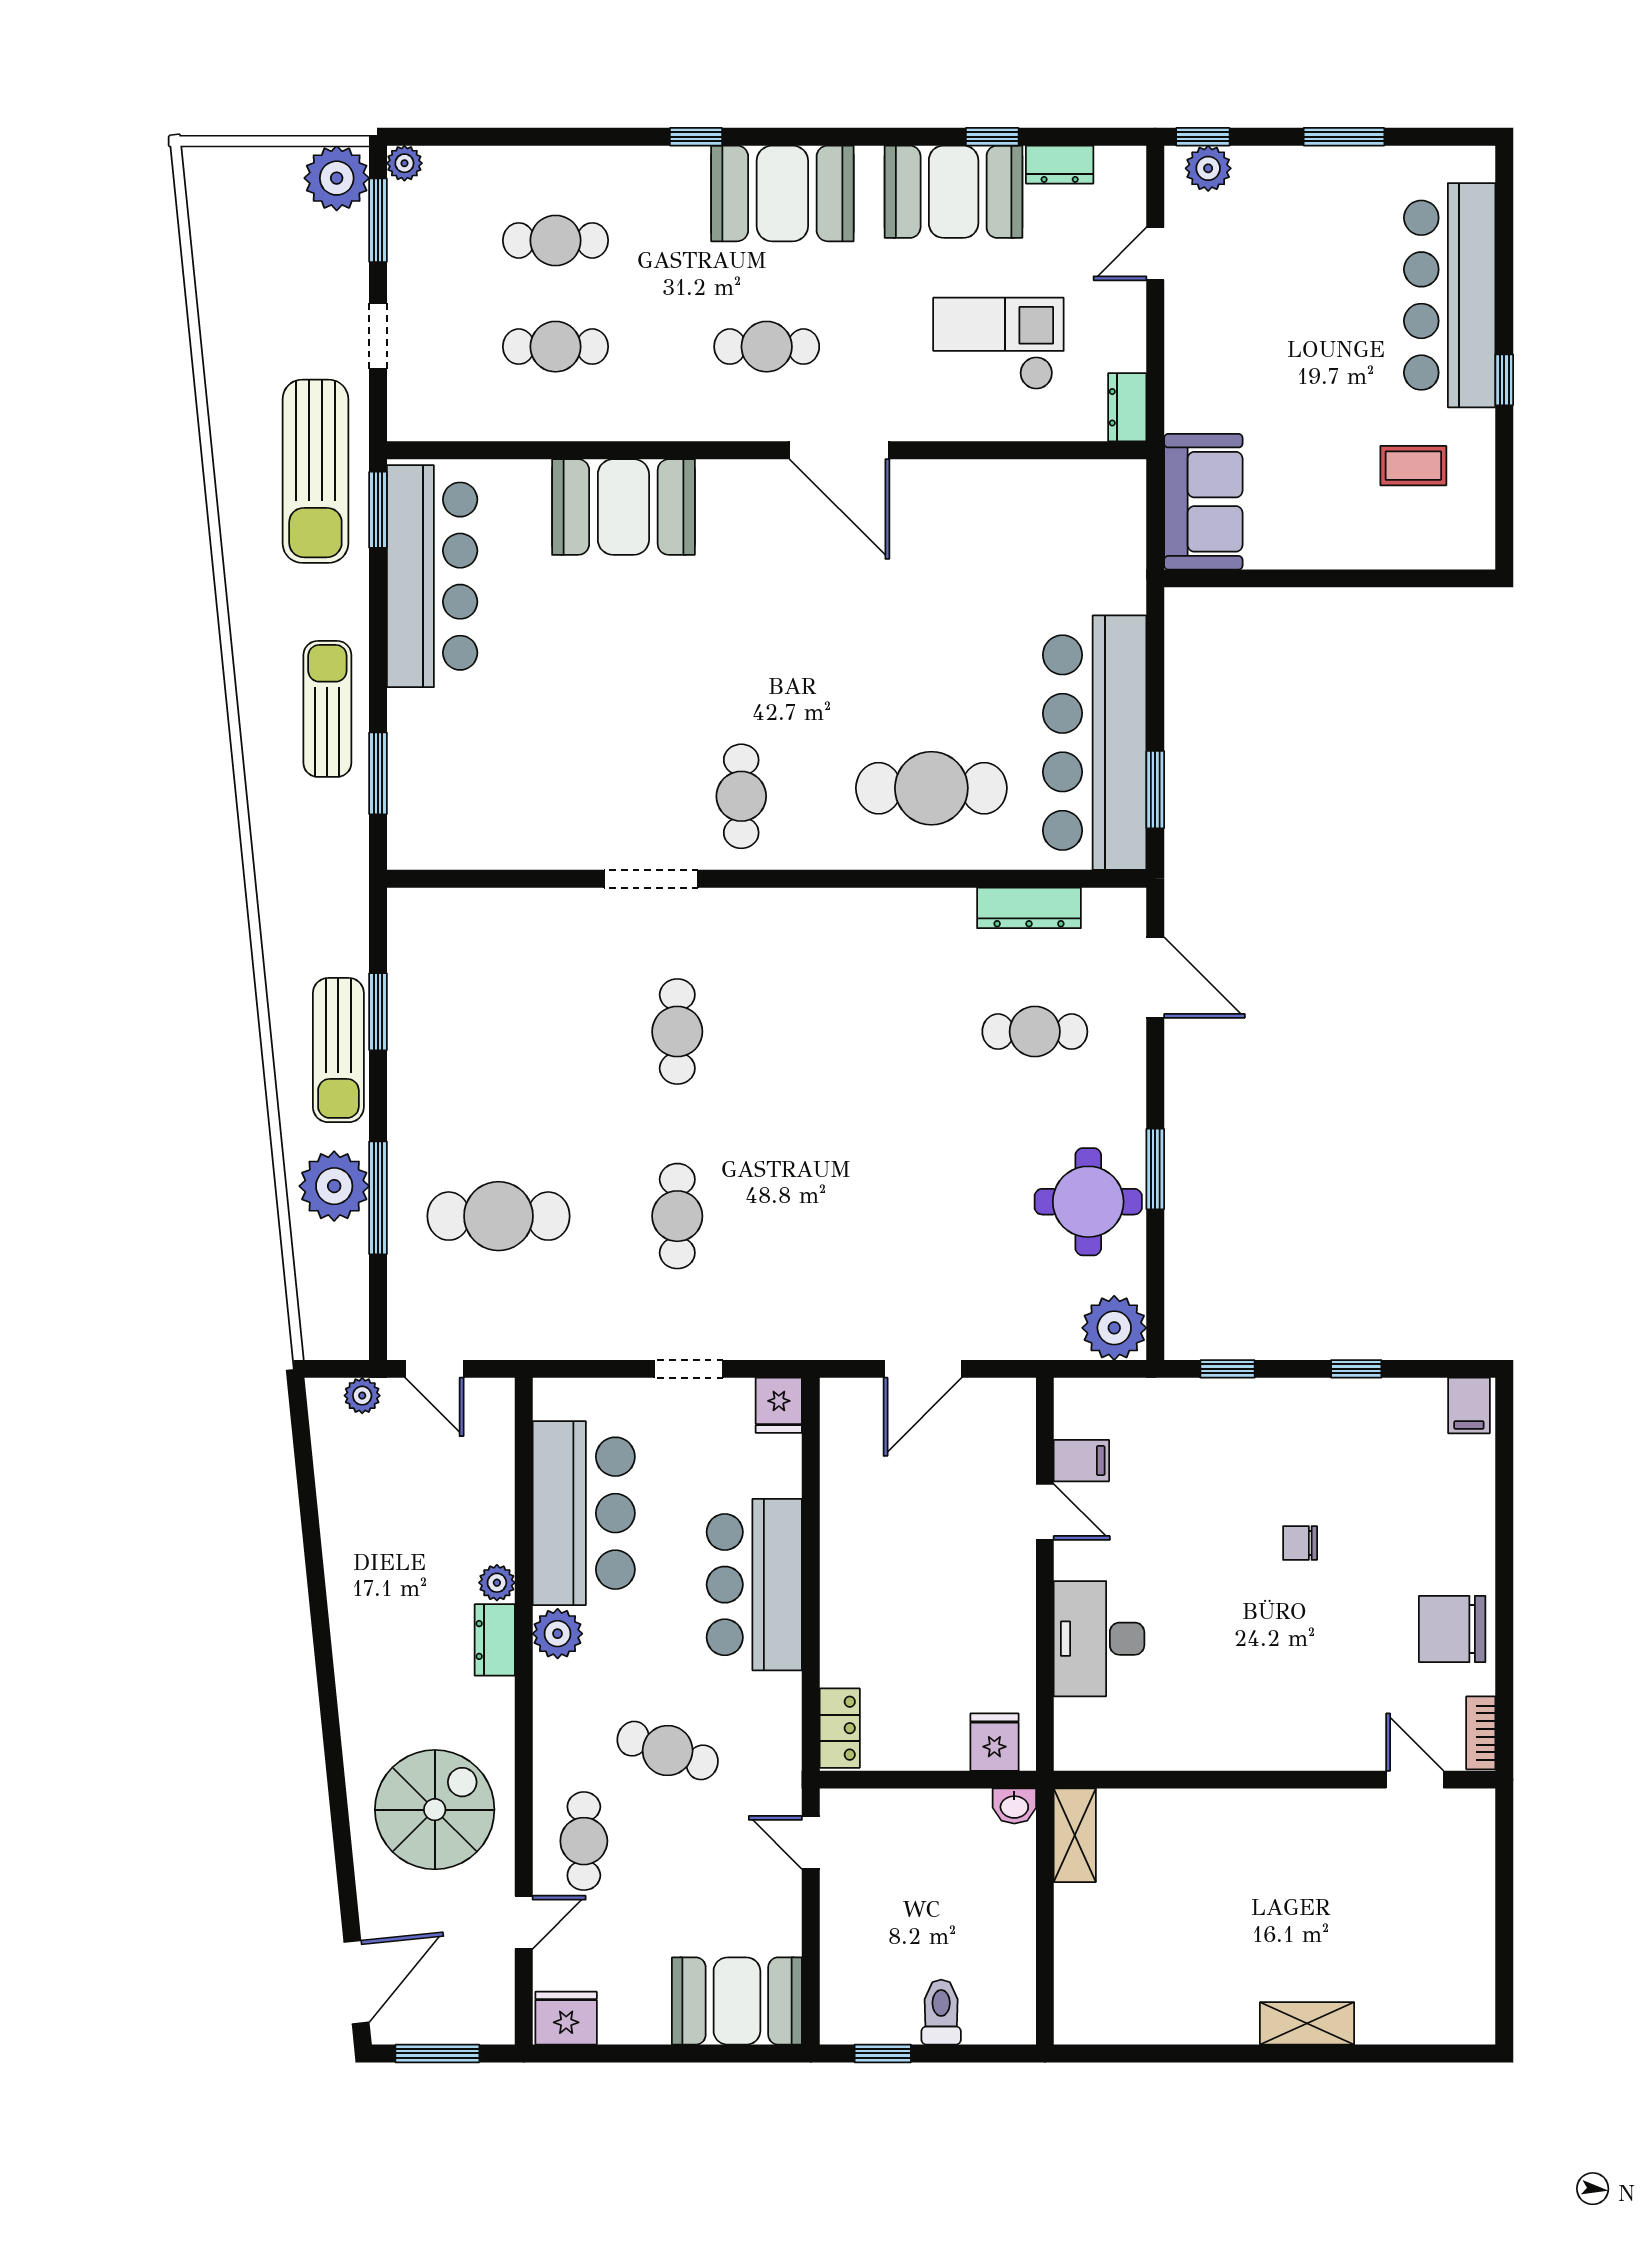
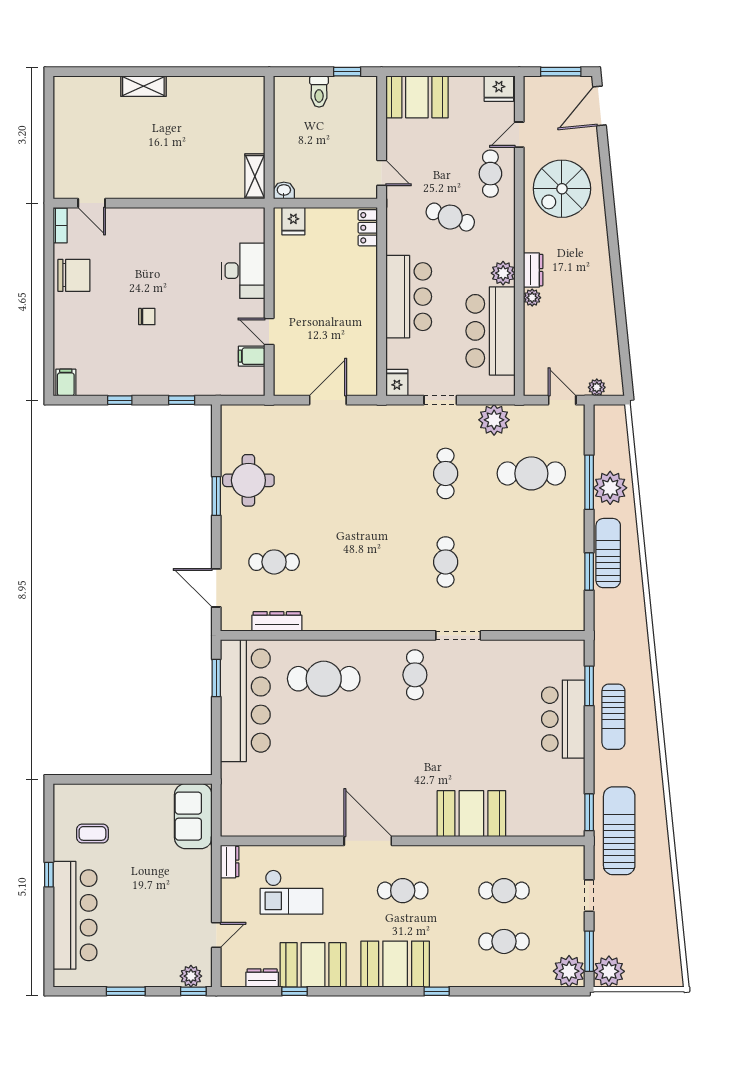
plant: (404, 163) -> (569, 971), width x1.88, depth x1.88
bar counter: (432, 576) -> (563, 719), moved, width x0.73
plant: (1114, 1328) -> (494, 420), moved

